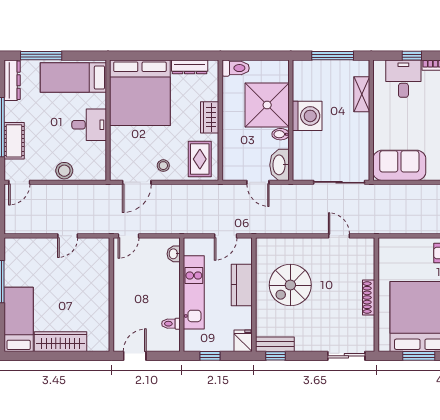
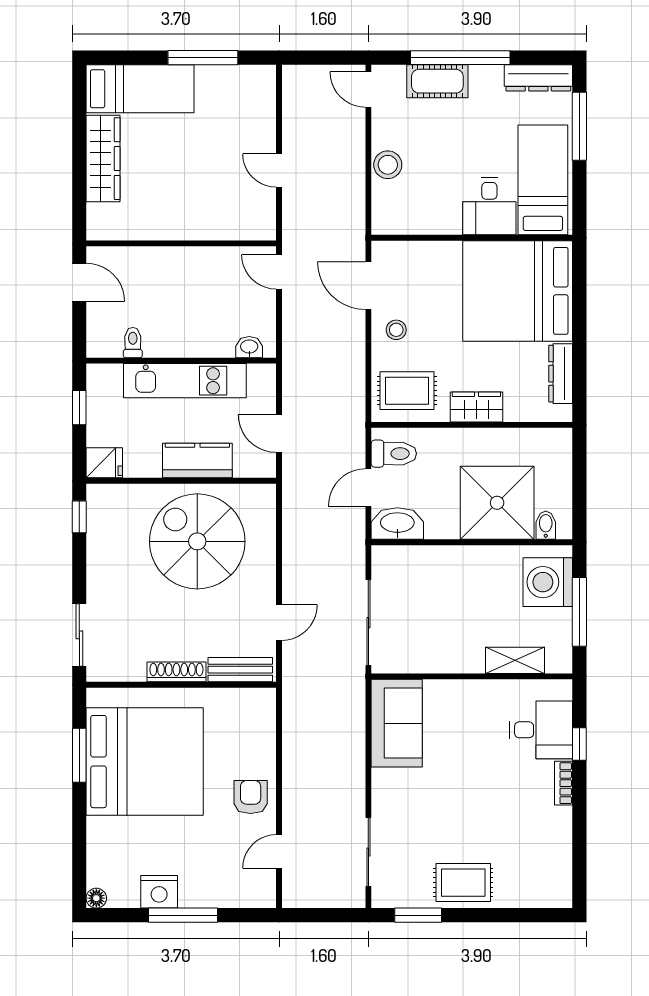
toilet: (236, 68) -> (394, 454), moved, turned -90
washing machine: (307, 116) -> (548, 582), moved, turned 90
desk: (89, 125) -> (489, 206), moved
bidet: (281, 134) -> (546, 525), moved
spiral stairs: (290, 285) -> (197, 541), width x1.37, depth x1.37
bench: (275, 344) -> (240, 670), moved, turned 90

